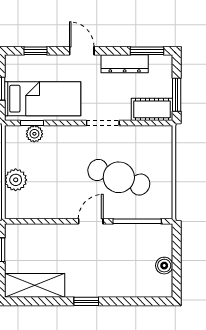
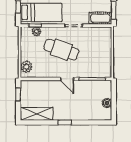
cafe table: (119, 177) -> (61, 50), moved
plant: (16, 180) -> (26, 67), moved
door: (91, 221) -> (67, 79), swing flipped

